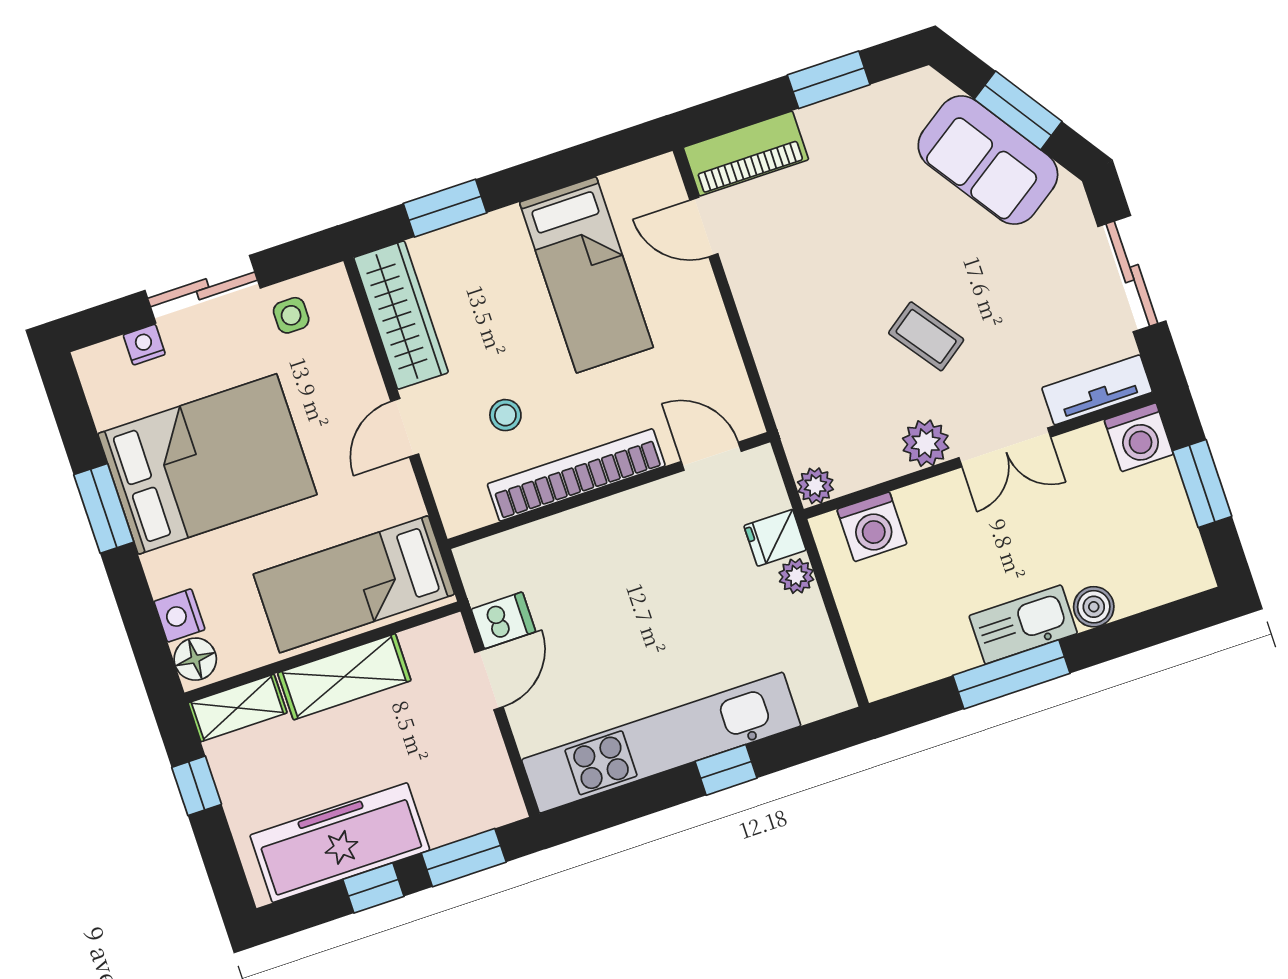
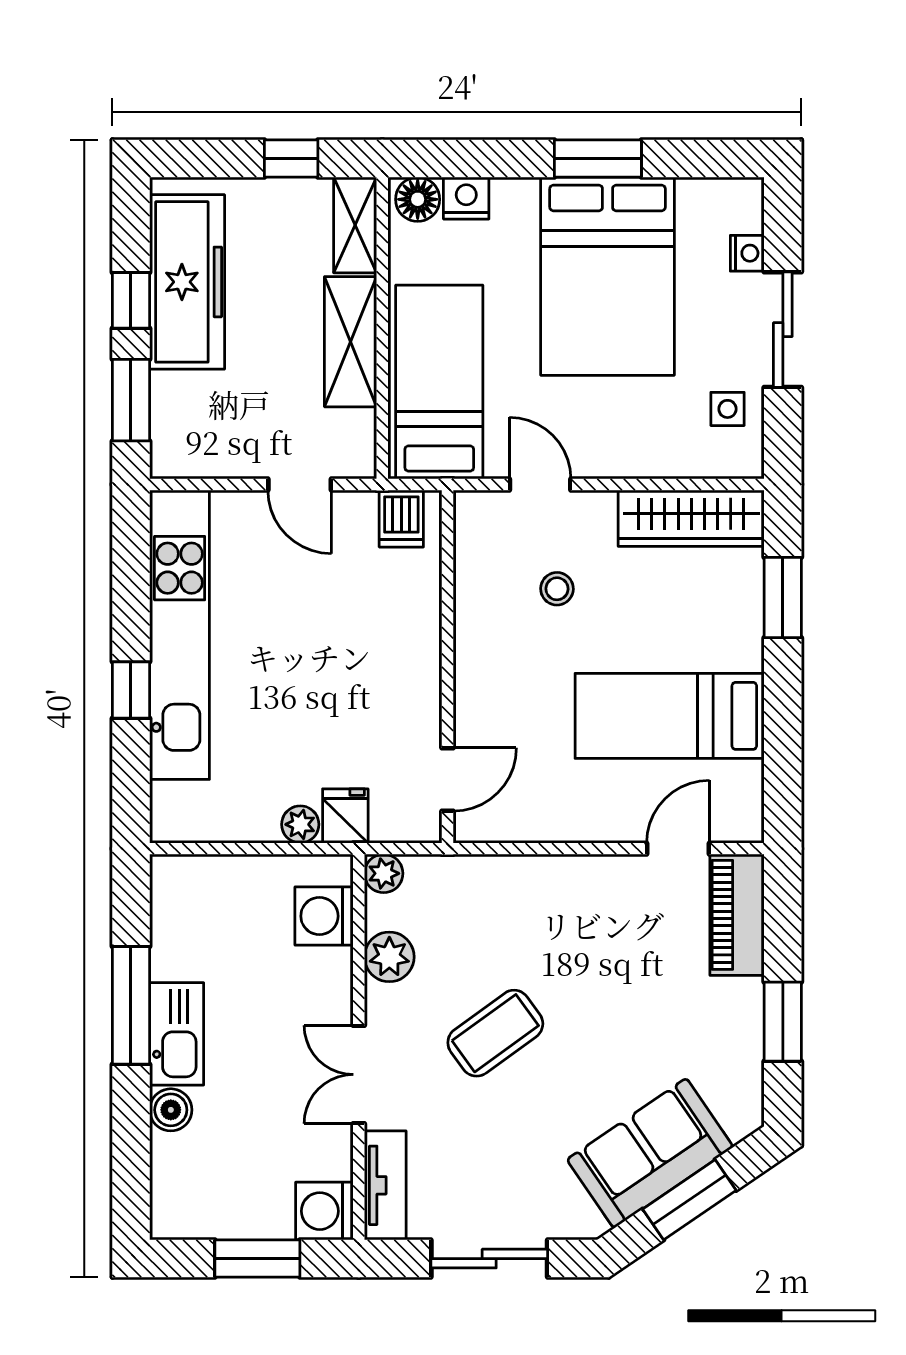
coffee table: (926, 336) -> (495, 1033), width x1.36, depth x1.30
door: (405, 428) -> (540, 484), moved
plant: (926, 443) -> (389, 957), moved
bookcase: (576, 475) -> (474, 639), removed
dishwasher: (503, 620) -> (401, 519), moved

